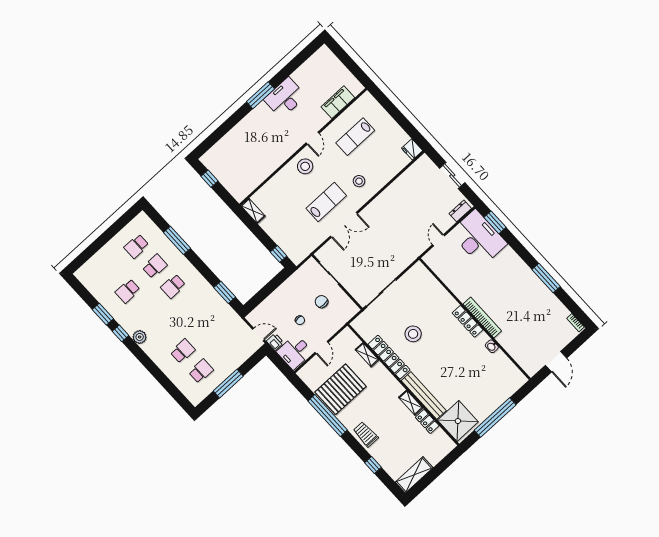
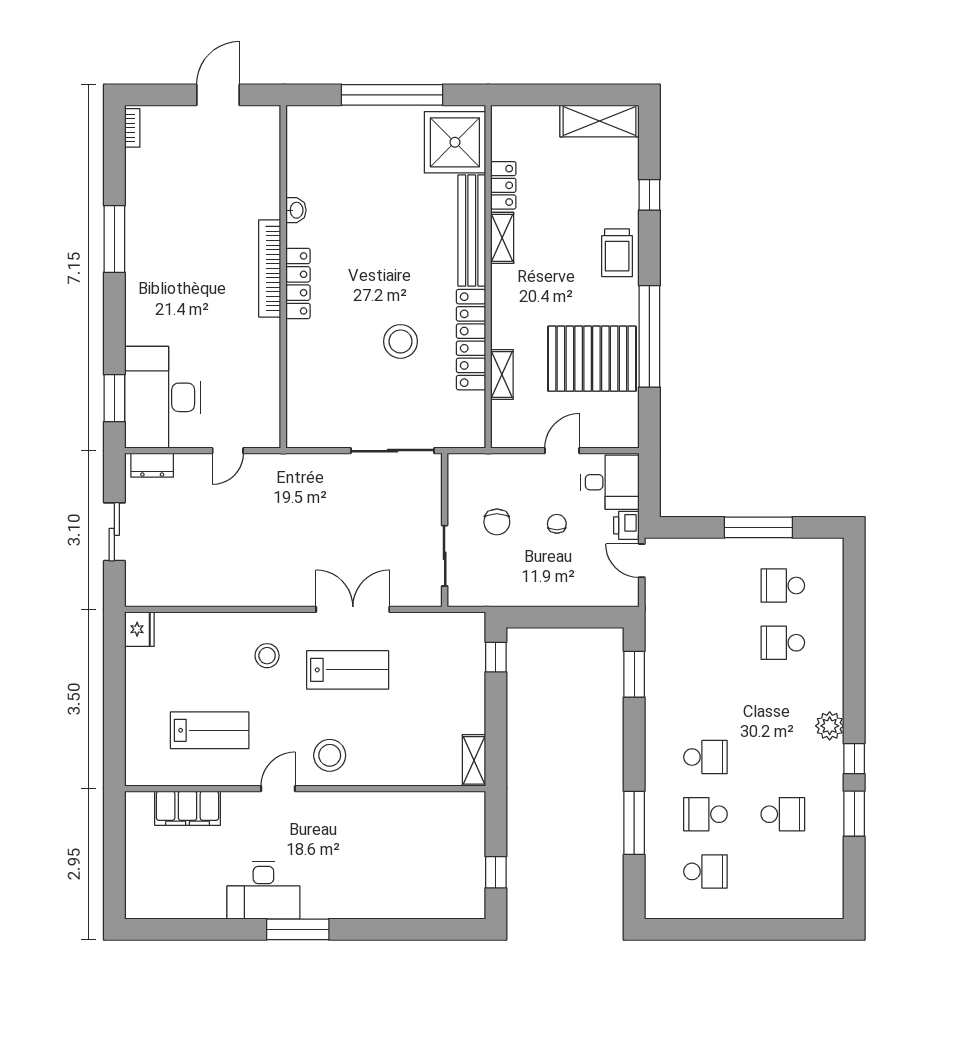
lab bench: (326, 202) -> (348, 670), turned 180

